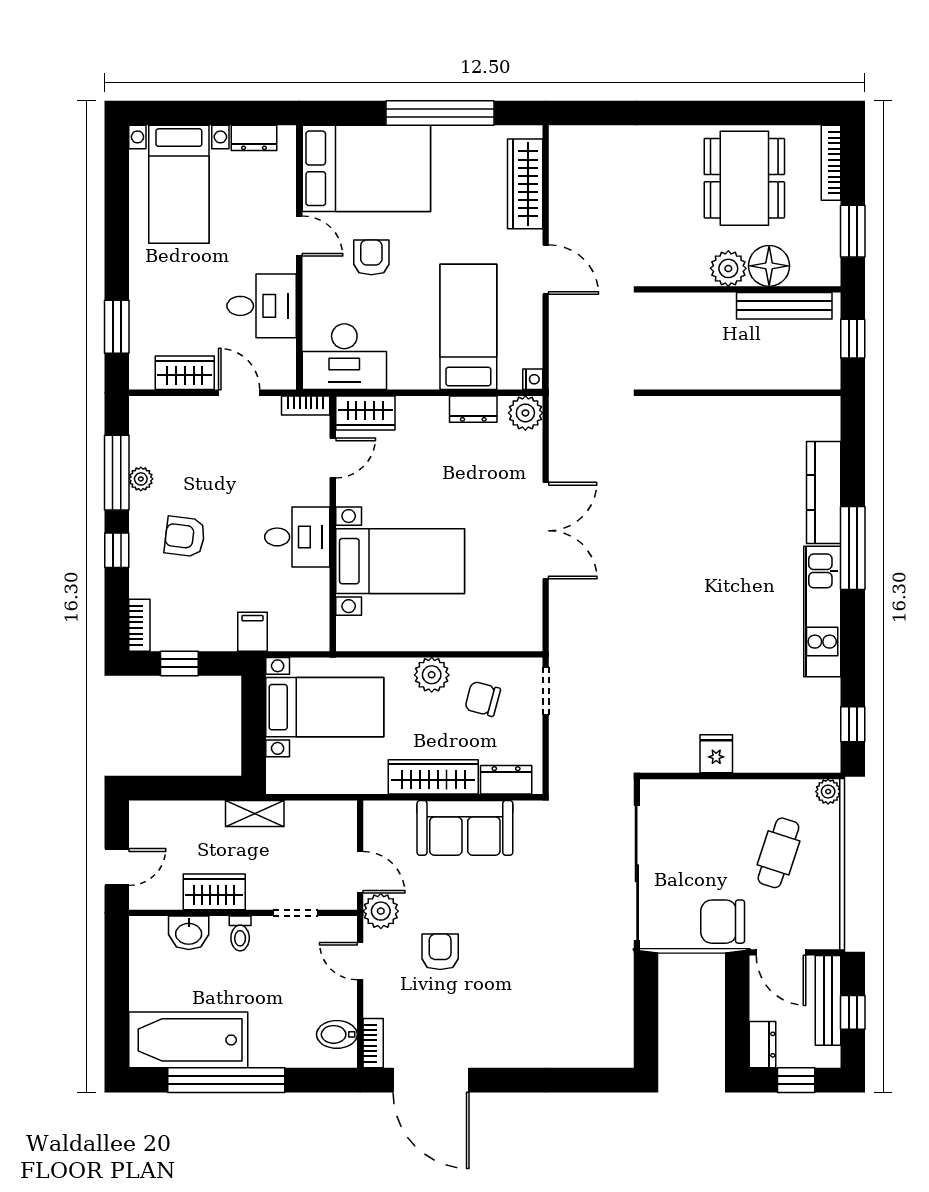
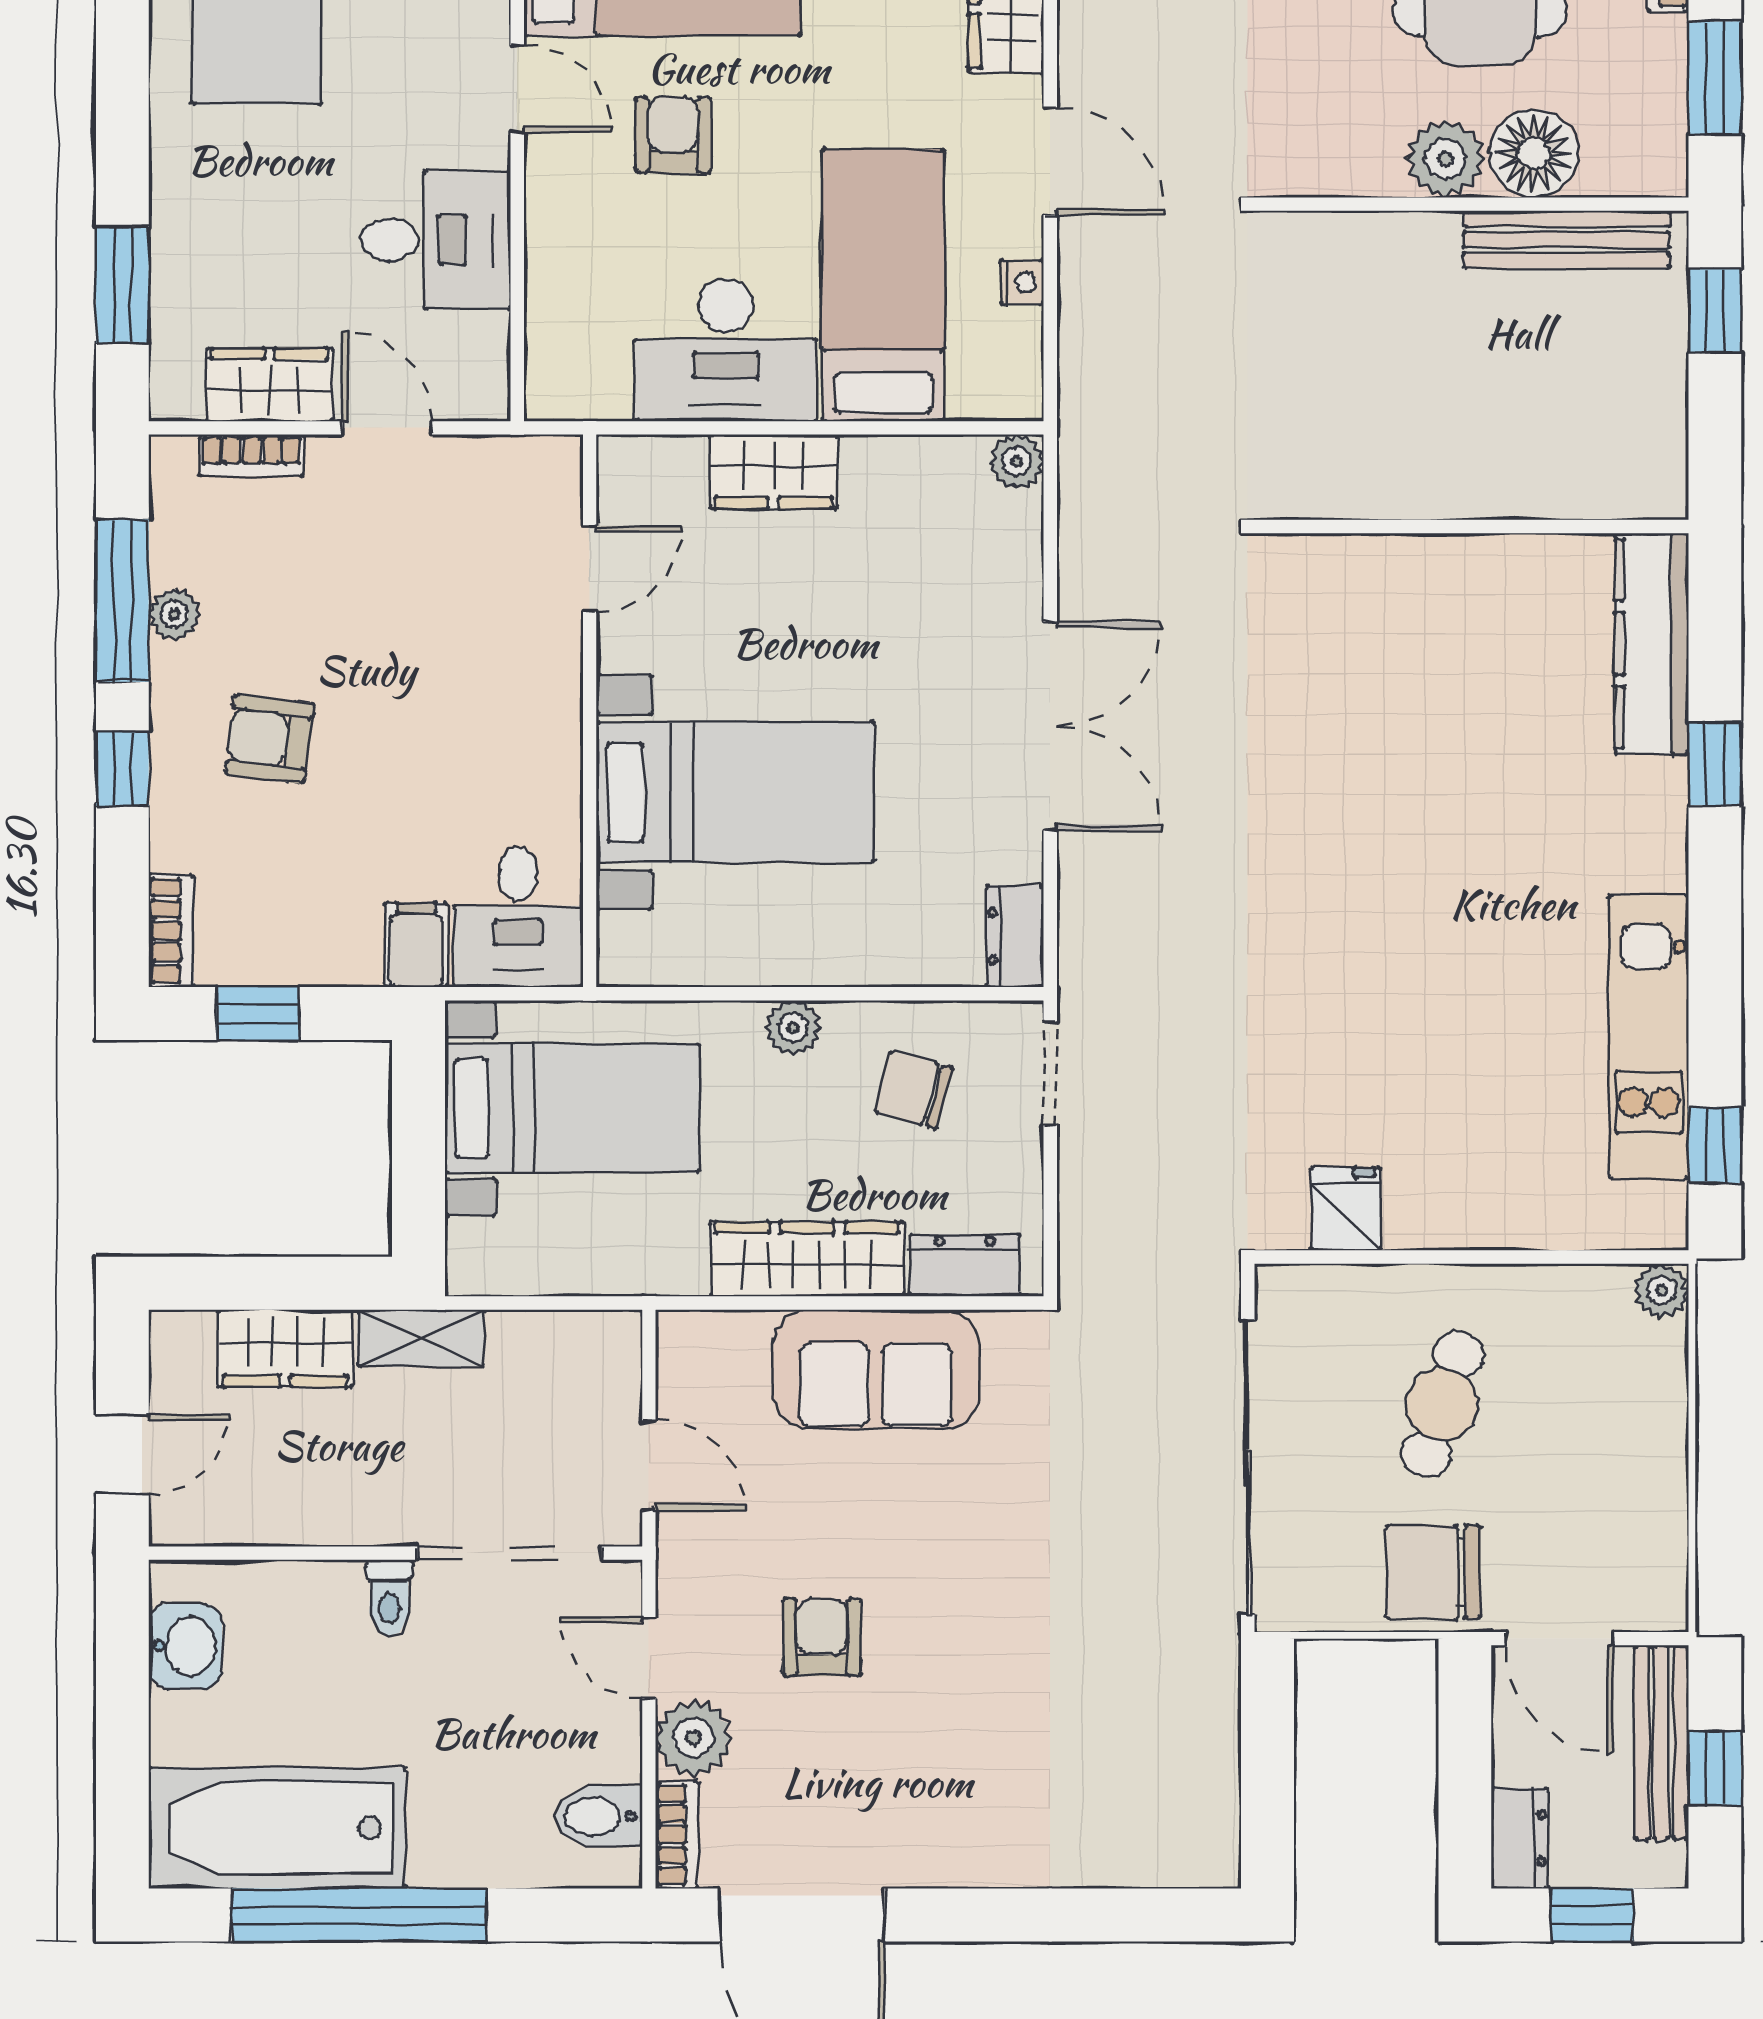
desk: (344, 357) -> (726, 350), moved
nightstand: (533, 379) -> (1022, 282), moved
wall: (740, 393) -> (1471, 527), moved
bookcase: (306, 405) -> (251, 455), moved
dresser: (473, 409) -> (1015, 936), moved, turned 90
wardrobe: (365, 413) -> (773, 472), moved
plant: (525, 413) -> (1017, 461), width x0.73, depth x0.73
desk: (297, 537) -> (518, 917), moved, turned 90
window: (853, 548) -> (1715, 764), width x0.46
kitchen unit: (822, 612) -> (1649, 1037), moved
plant: (432, 675) -> (793, 1028), width x0.73, depth x0.73
fridge: (716, 754) -> (1346, 1209), moved
cafe table: (778, 853) -> (1442, 1404), moved
wardrobe: (214, 892) -> (285, 1348), moved, turned 180
plant: (381, 911) -> (694, 1738), moved
doorway: (296, 913) -> (510, 1553), width x1.87
washbasin: (189, 933) -> (185, 1646), moved, turned -90

